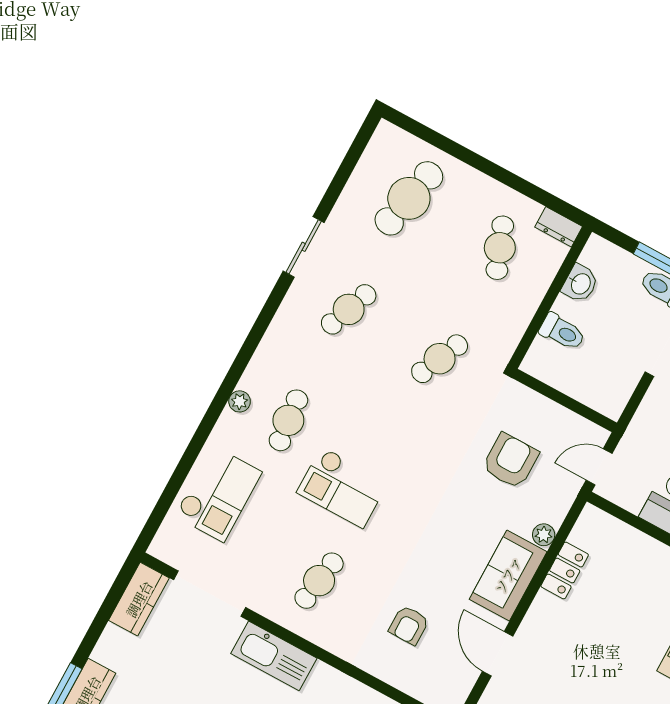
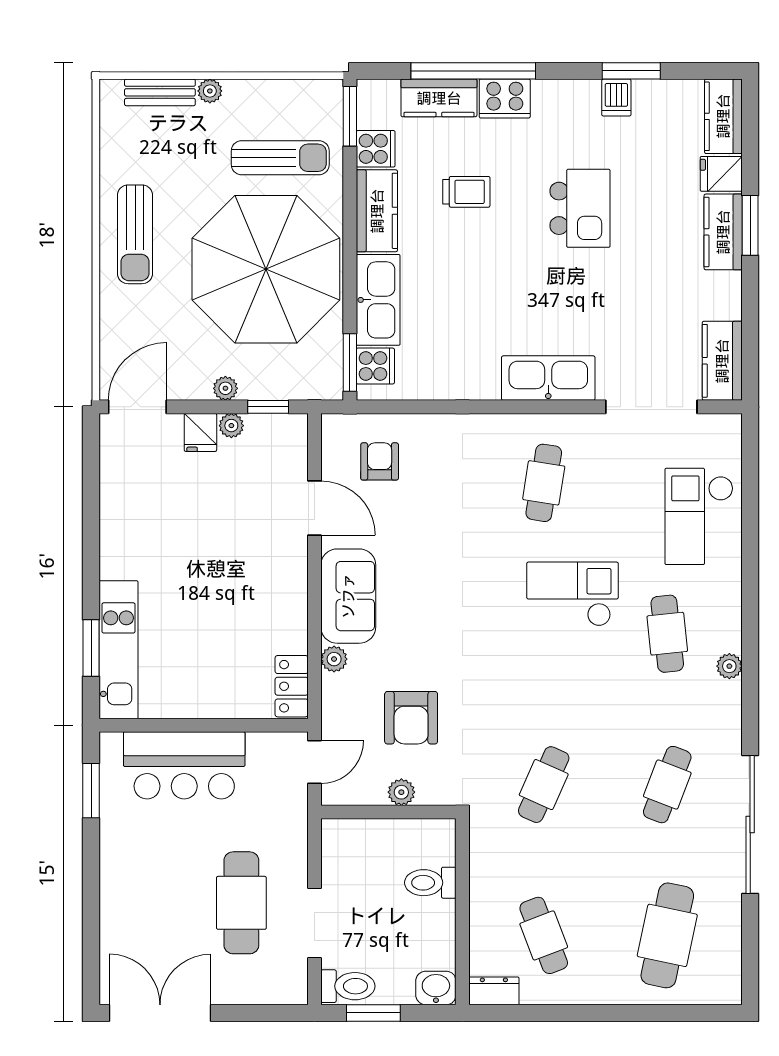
sliding door: (304, 247) -> (750, 825), width x1.86
washbasin: (580, 284) -> (436, 988), moved, turned 90
plant: (240, 401) -> (729, 666), moved
plant: (547, 410) -> (401, 792), added
locker: (565, 571) -> (292, 686), moved
armchair: (409, 625) -> (380, 461), moved

